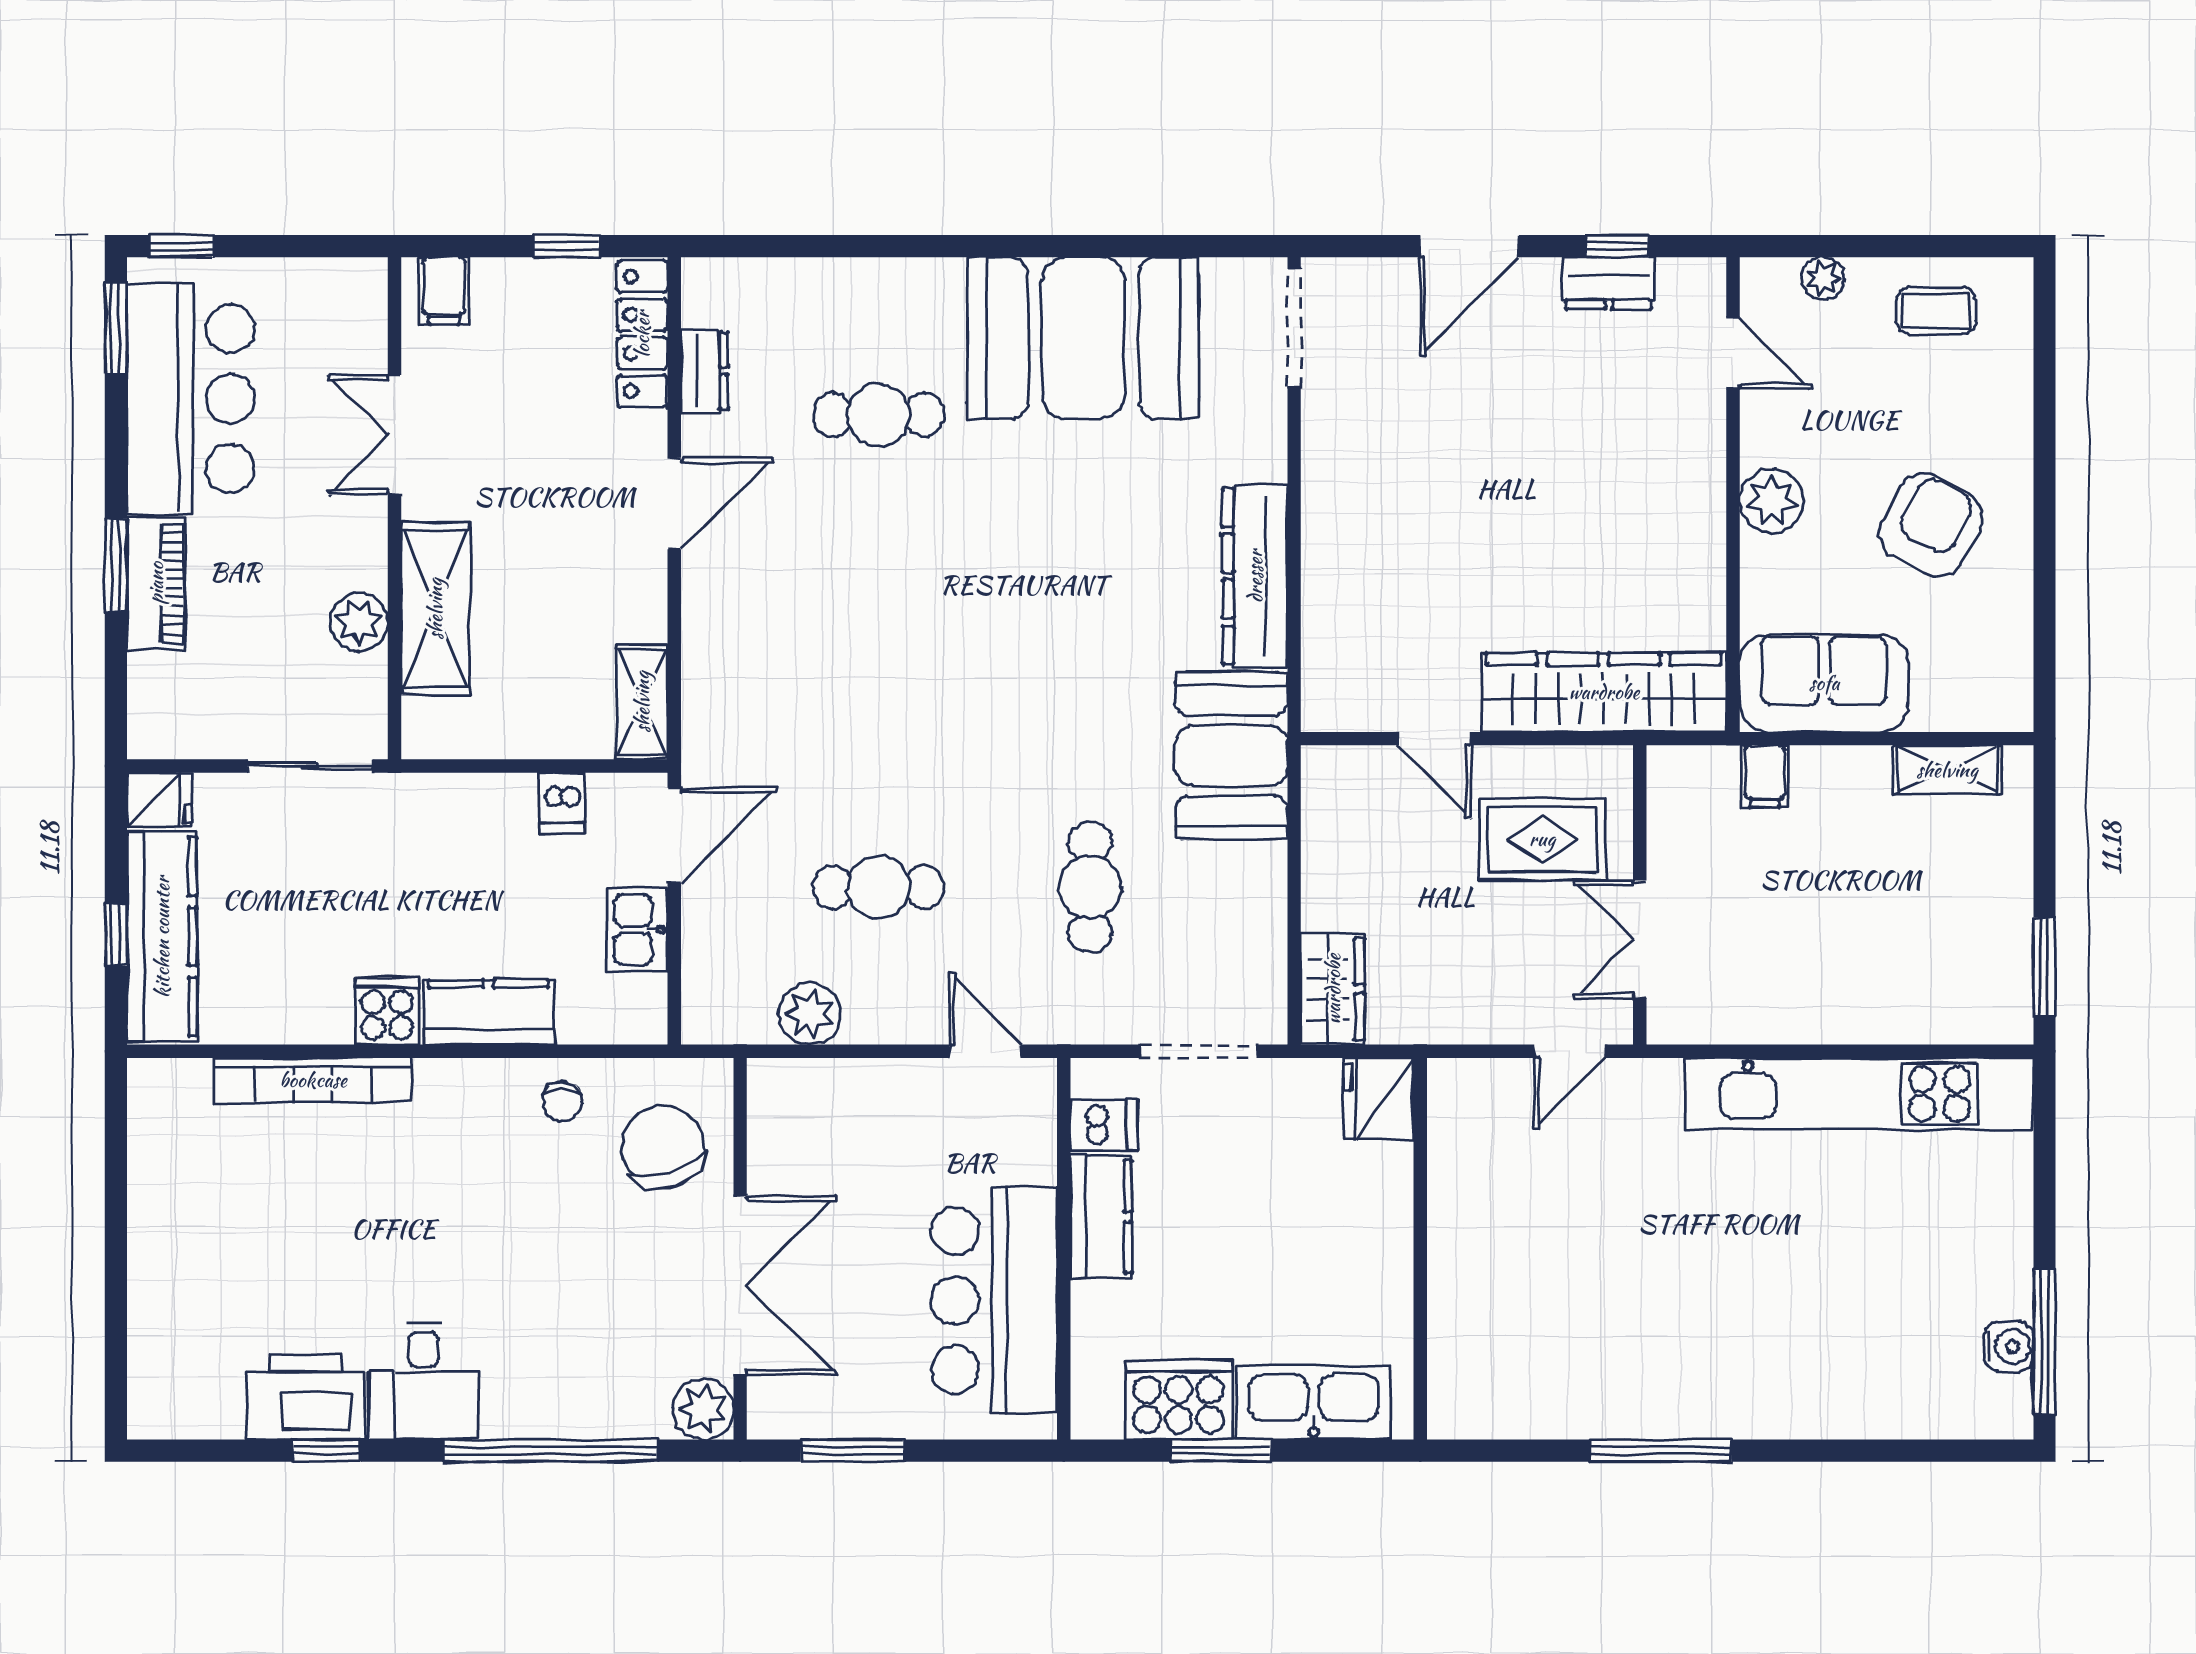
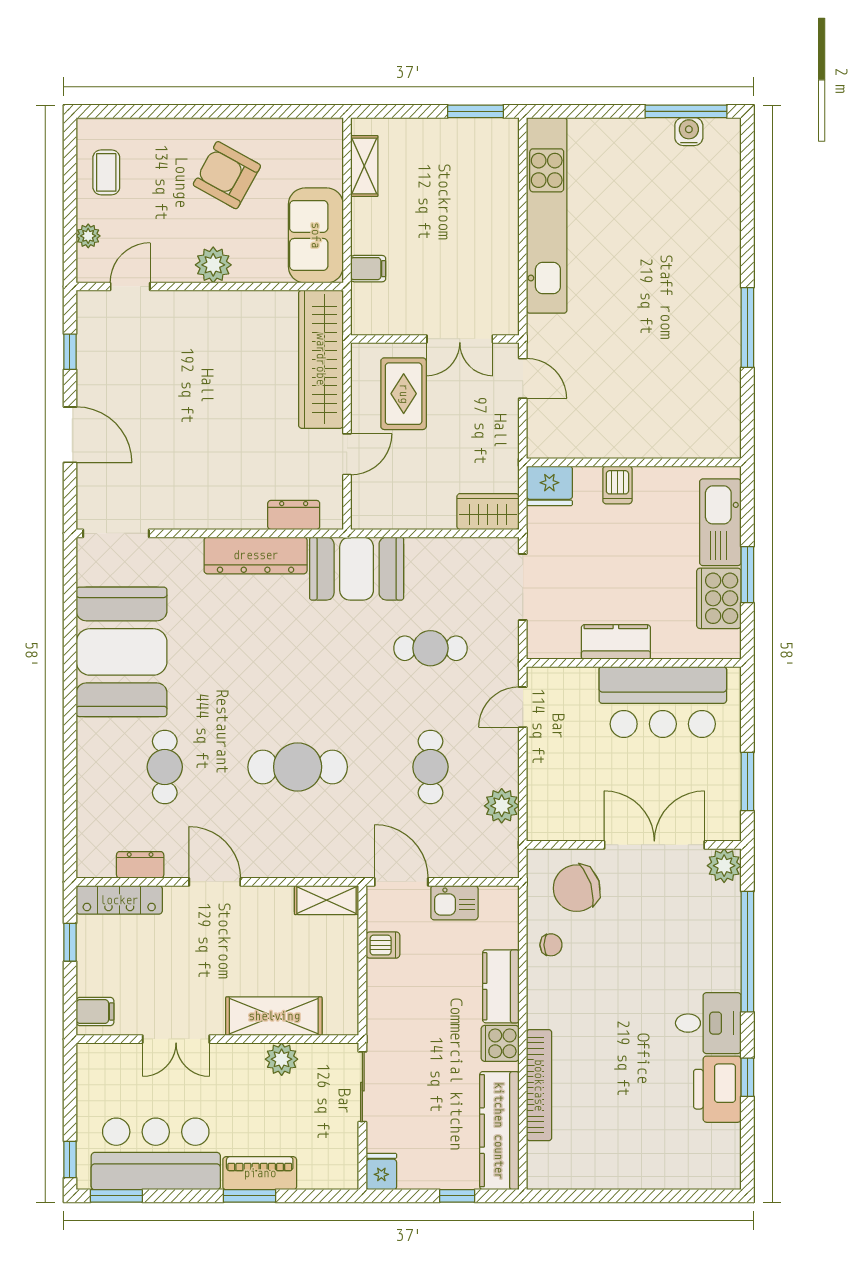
dresser: (1609, 283) -> (294, 515), moved, turned -90
cafe table: (879, 651) -> (298, 767), added
kitchen counter: (162, 937) -> (499, 1131), moved, turned -90
dishwasher: (1104, 1125) -> (617, 485), moved, turned 180

